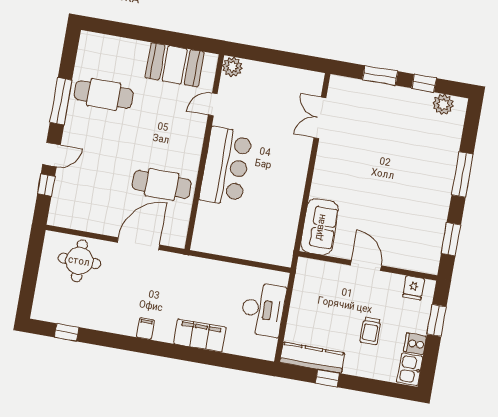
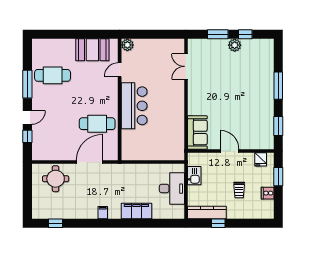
plant: (443, 104) -> (235, 45), moved
kitchen sink: (410, 369) -> (194, 176), moved, turned 180

